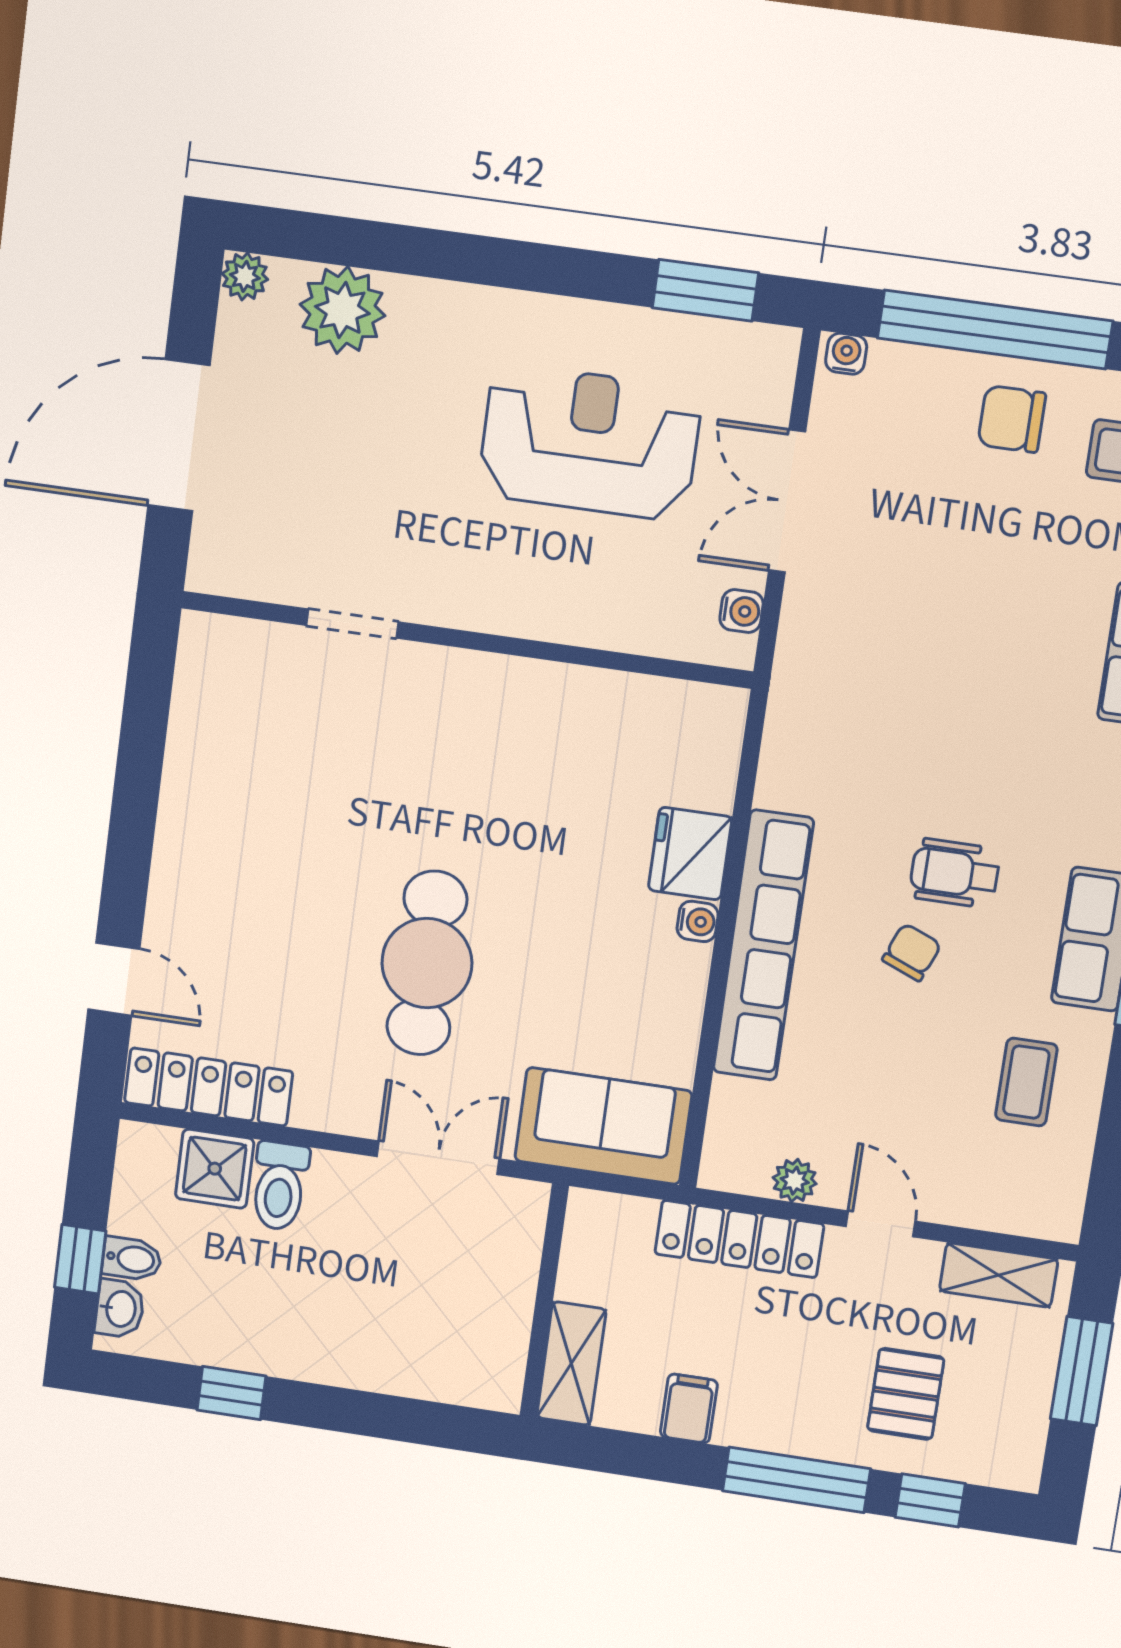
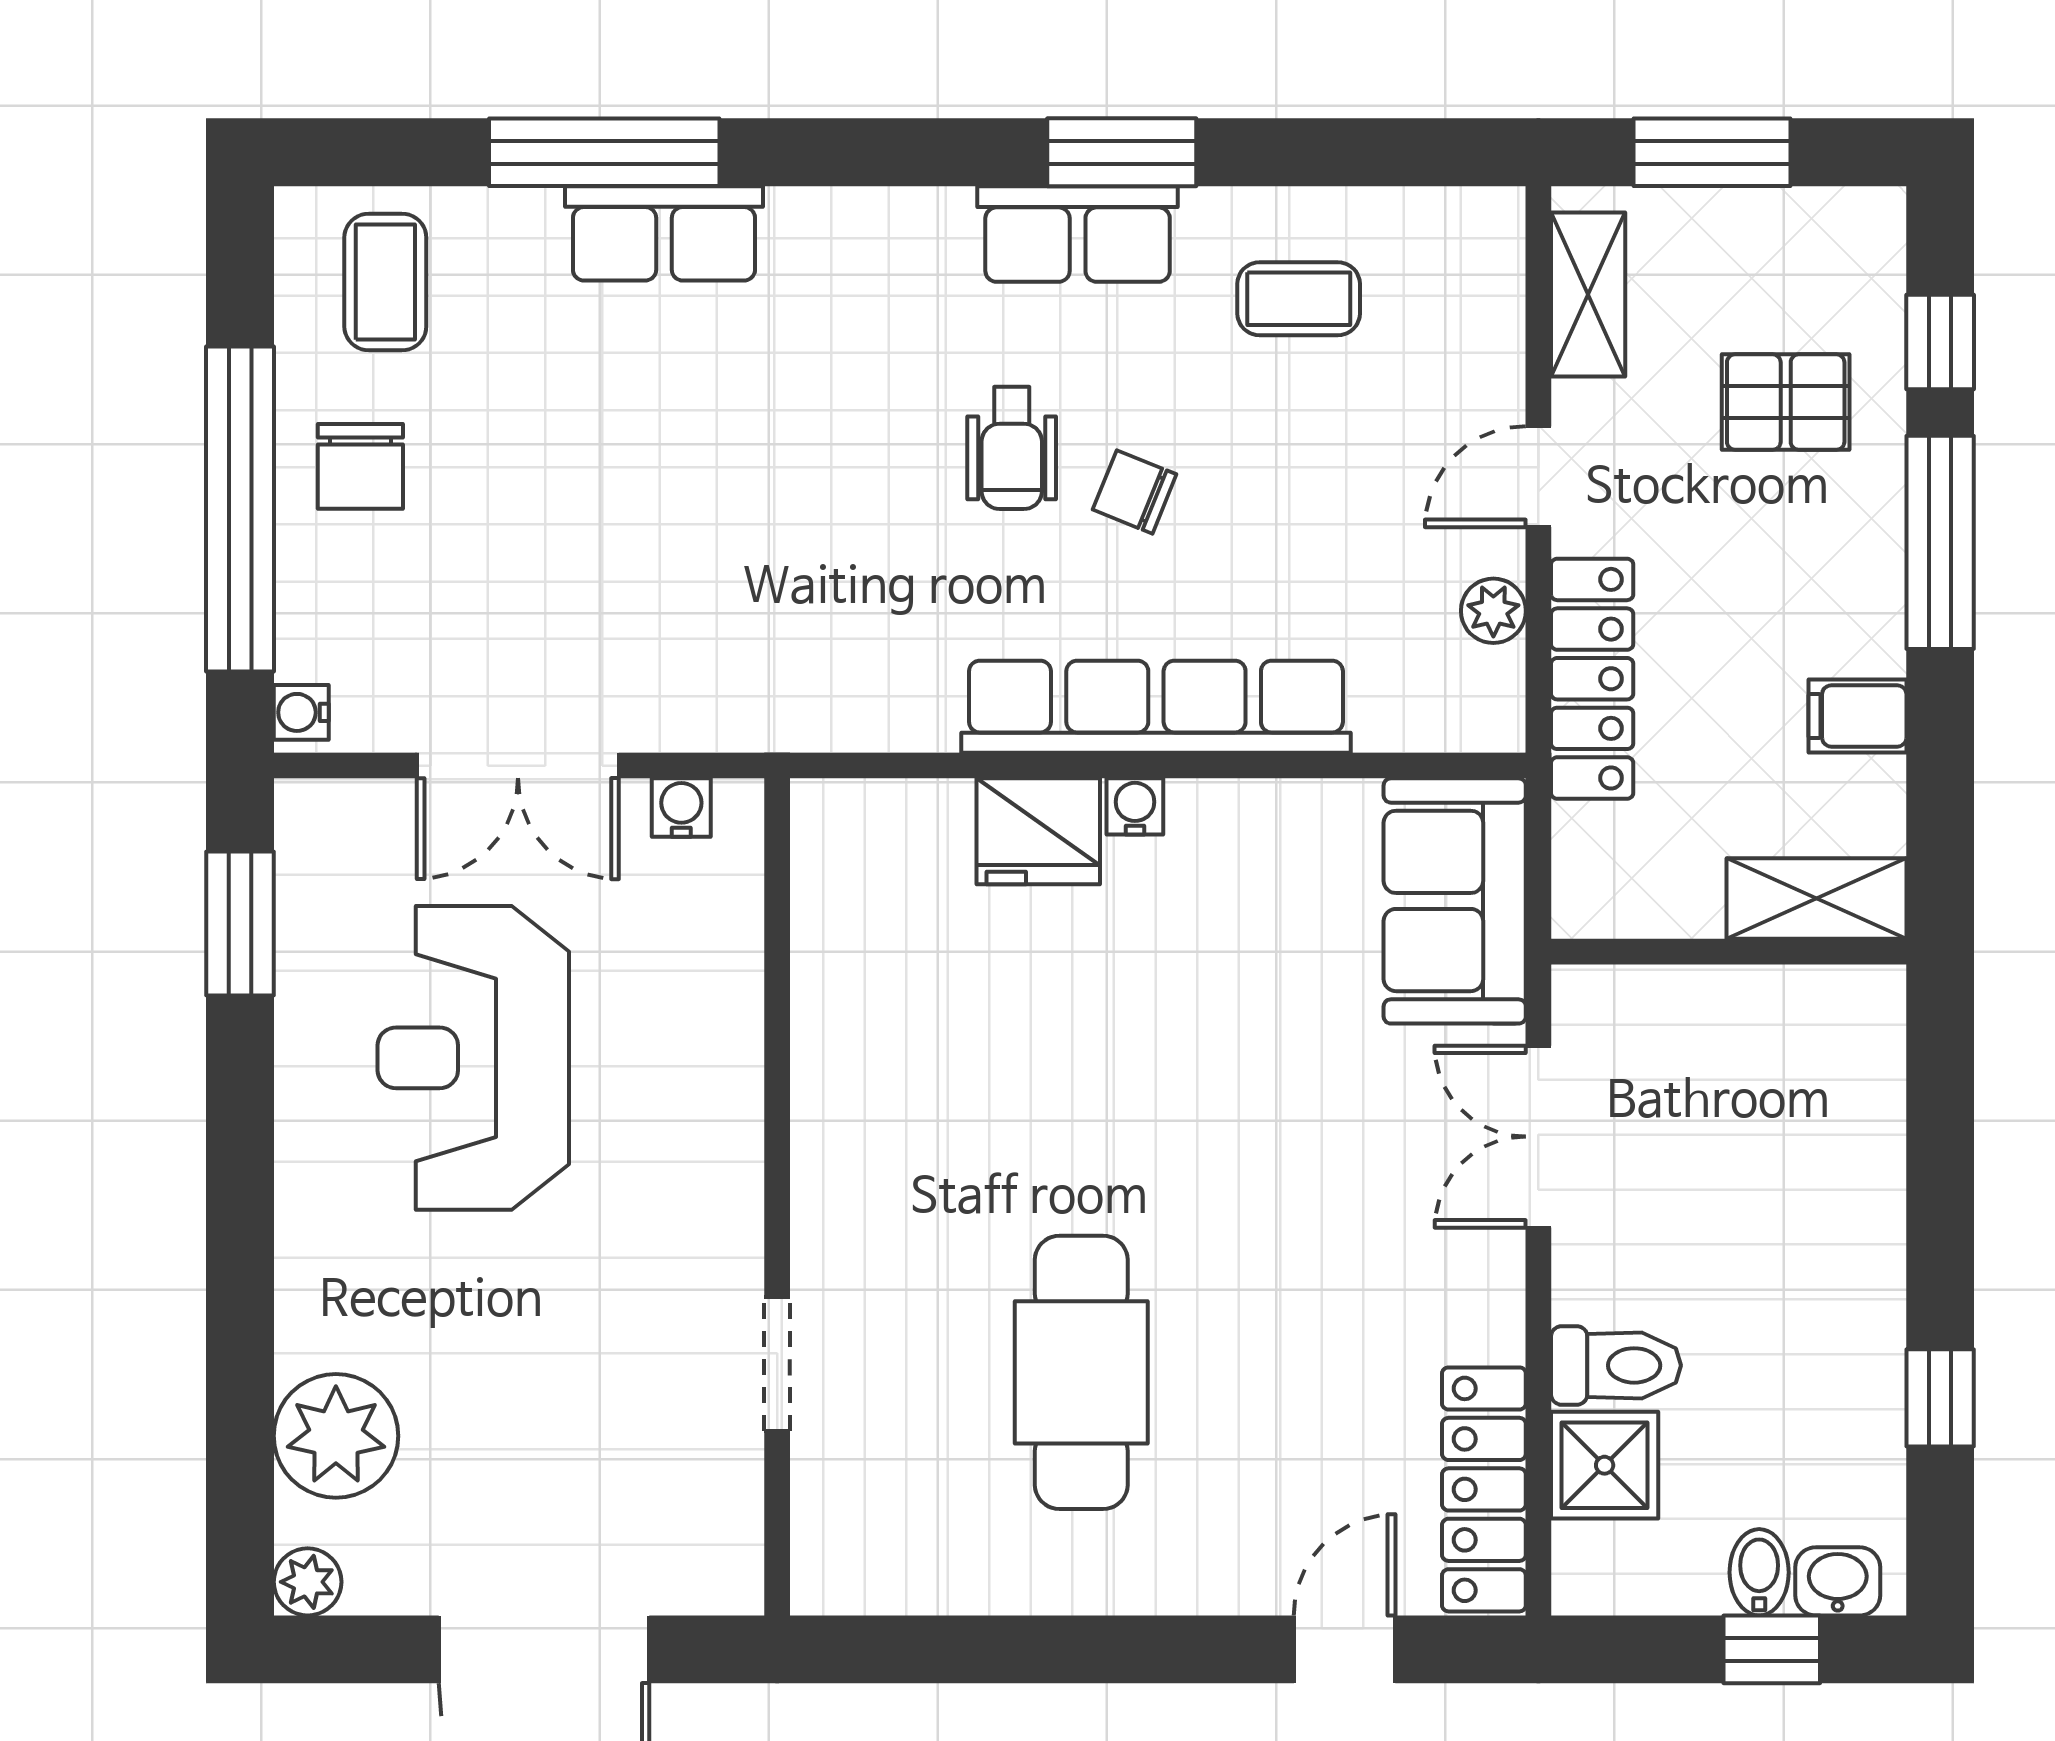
cafe table: (427, 963) -> (1081, 1372), moved, turned 90

